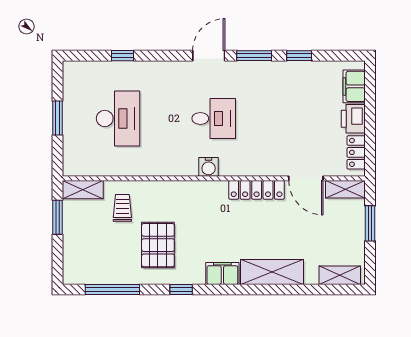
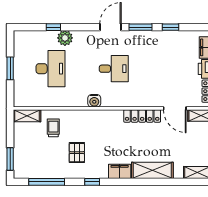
plant: (140, 72) -> (65, 38), added
water cooler: (209, 167) -> (94, 101), moved
window: (57, 217) -> (10, 159), moved
pallet: (158, 245) -> (77, 153), width x0.67, depth x0.71

